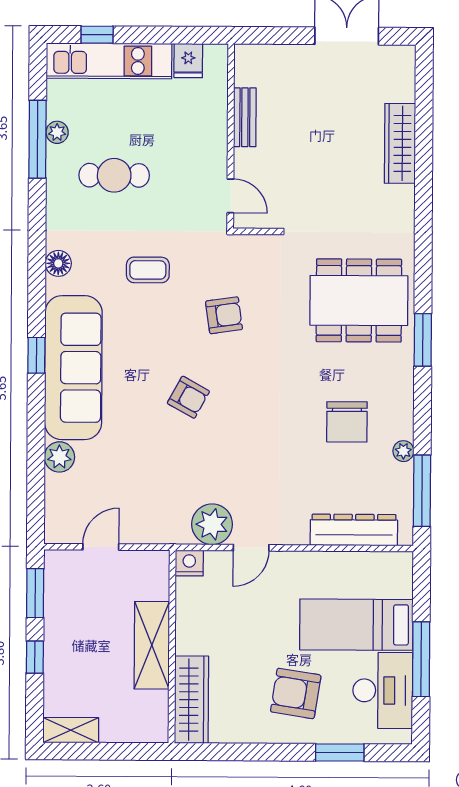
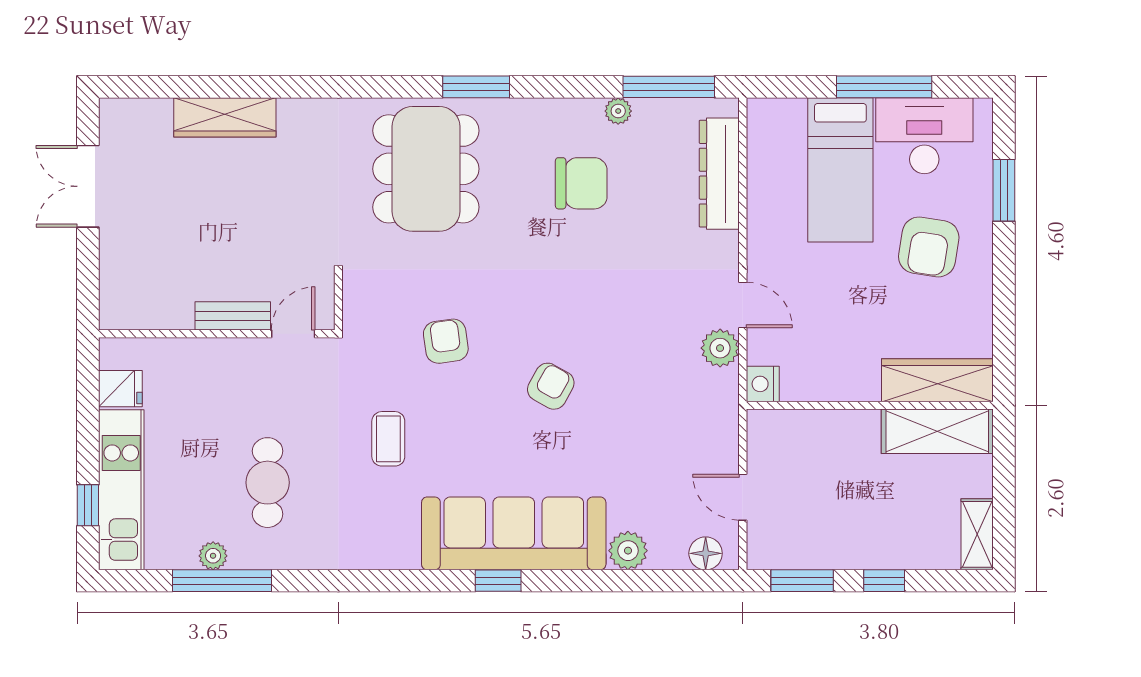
bench: (245, 117) -> (233, 316), moved
floor lamp: (58, 263) -> (706, 553), moved
plant: (212, 524) -> (720, 348), width x0.73, depth x0.73
shelving: (152, 645) -> (937, 431), moved

